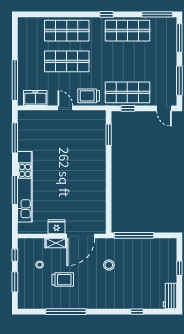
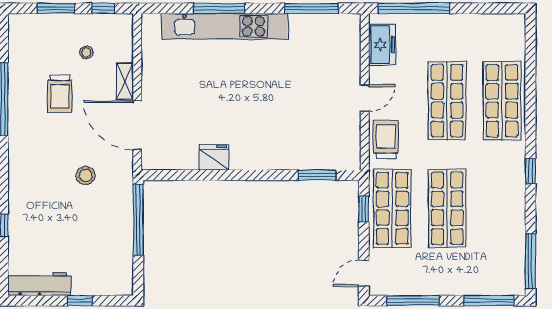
shop shelf: (127, 31) -> (447, 208), moved
fridge: (56, 227) -> (214, 158), moved, turned -90
workbench: (170, 296) -> (39, 284), width x1.38

